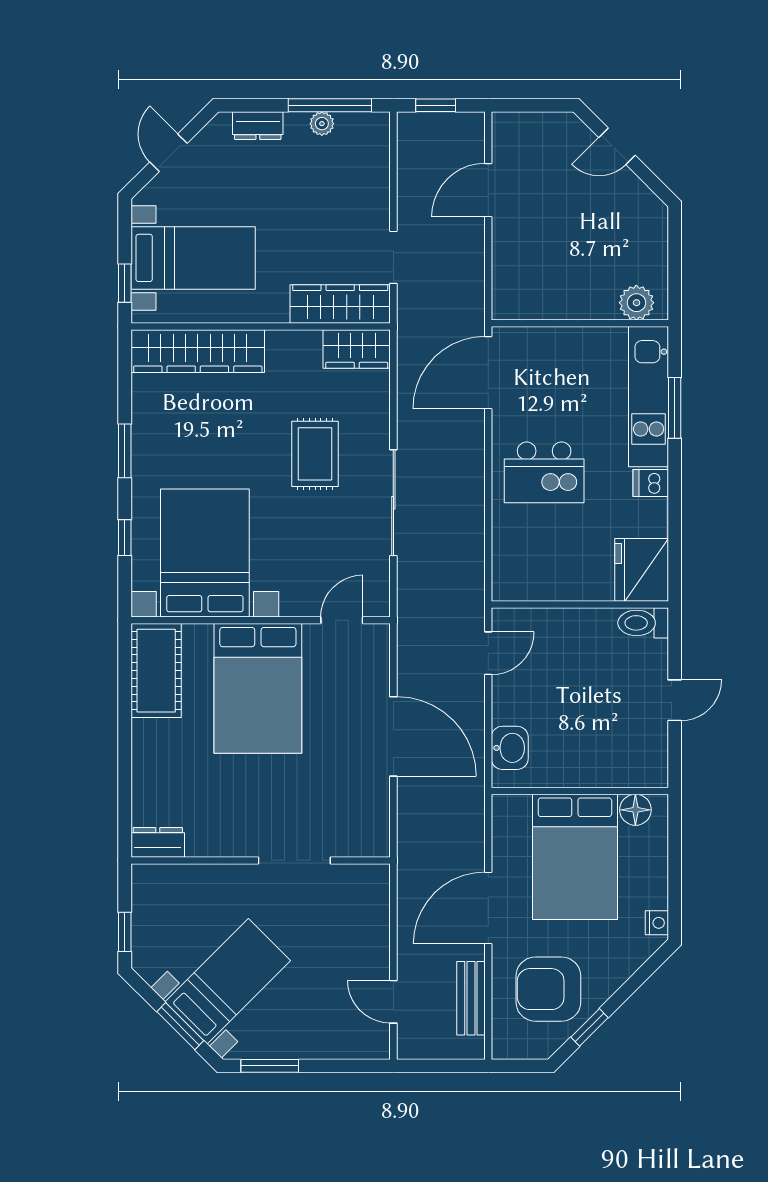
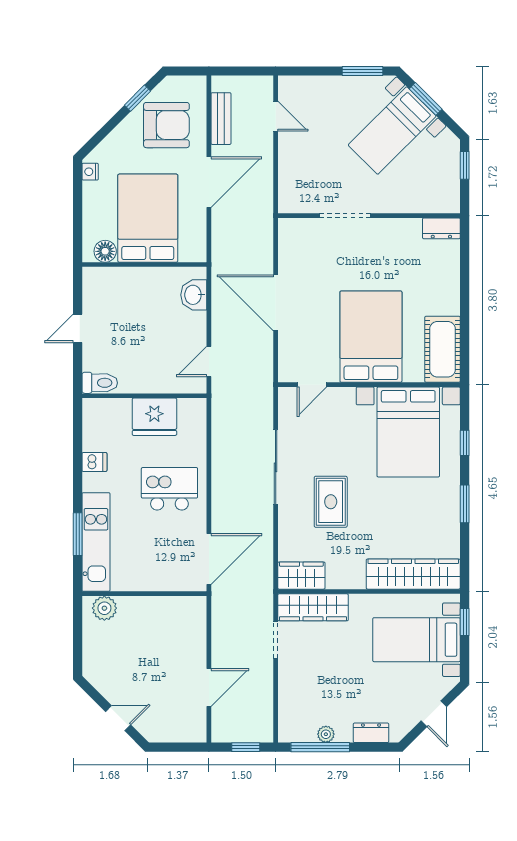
dishwasher: (651, 483) -> (94, 462), moved
fridge: (642, 570) -> (154, 417), moved, turned 90

